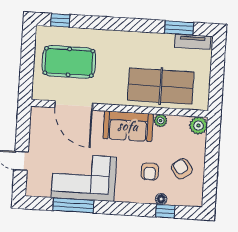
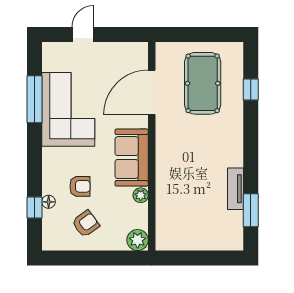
window: (60, 20) -> (251, 90), moved
tv unit: (193, 42) -> (235, 189), moved
table tennis table: (161, 86) -> (181, 193), removed
armchair: (150, 171) -> (80, 186), turned 180

